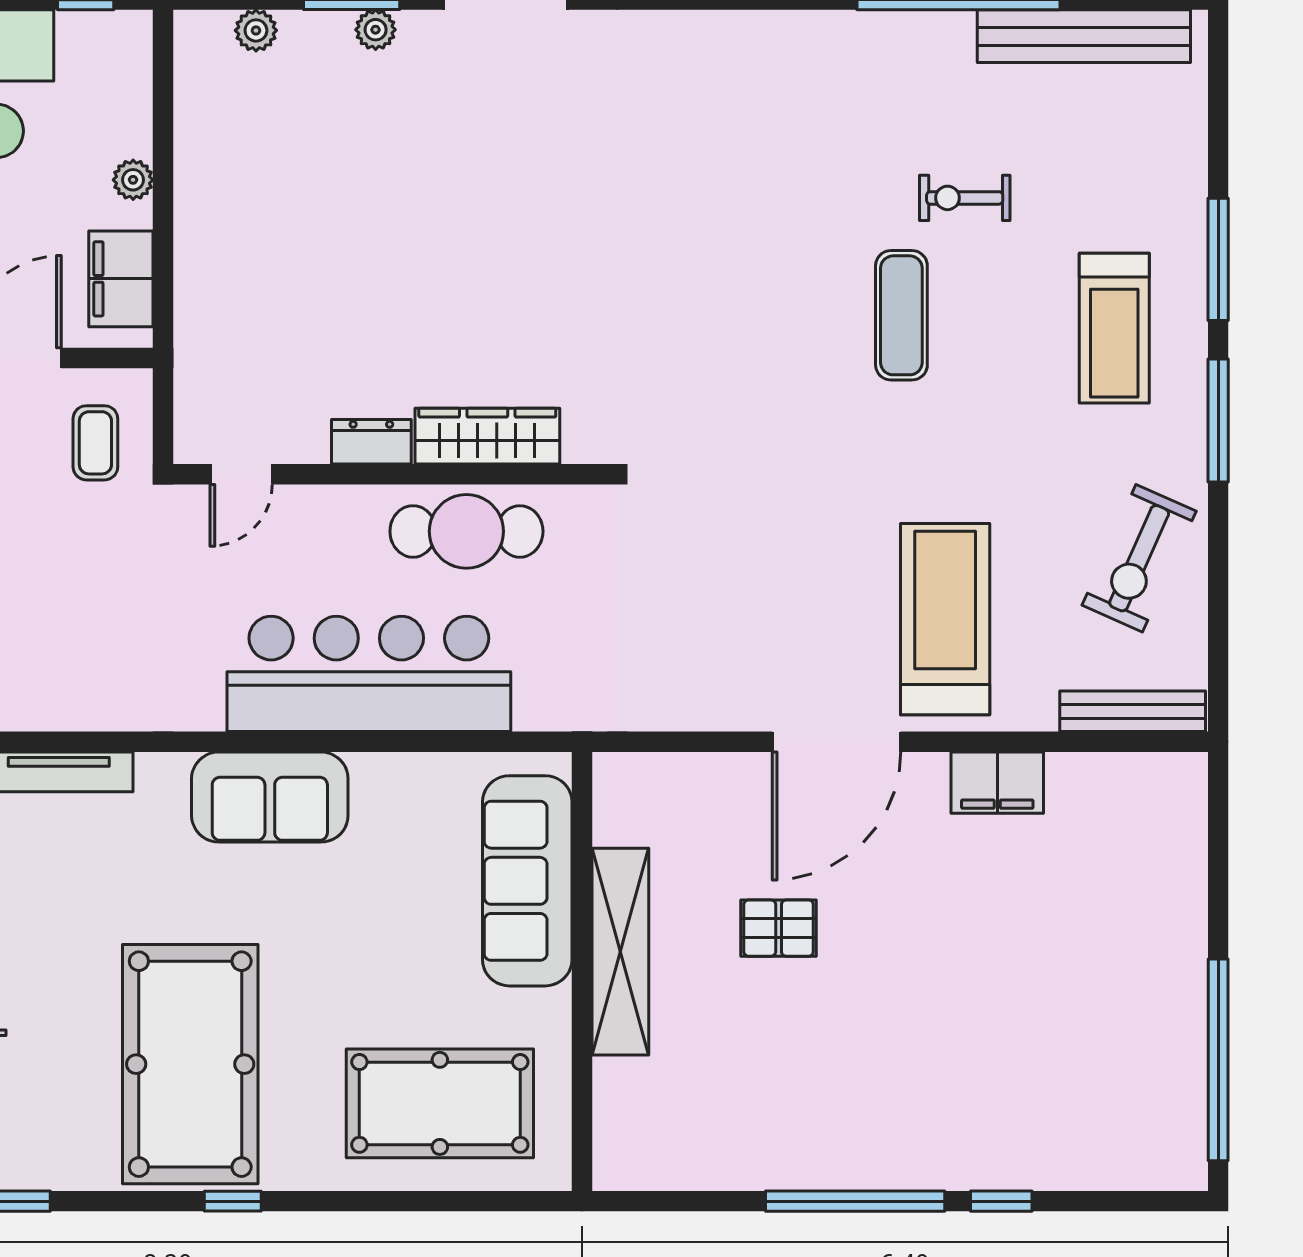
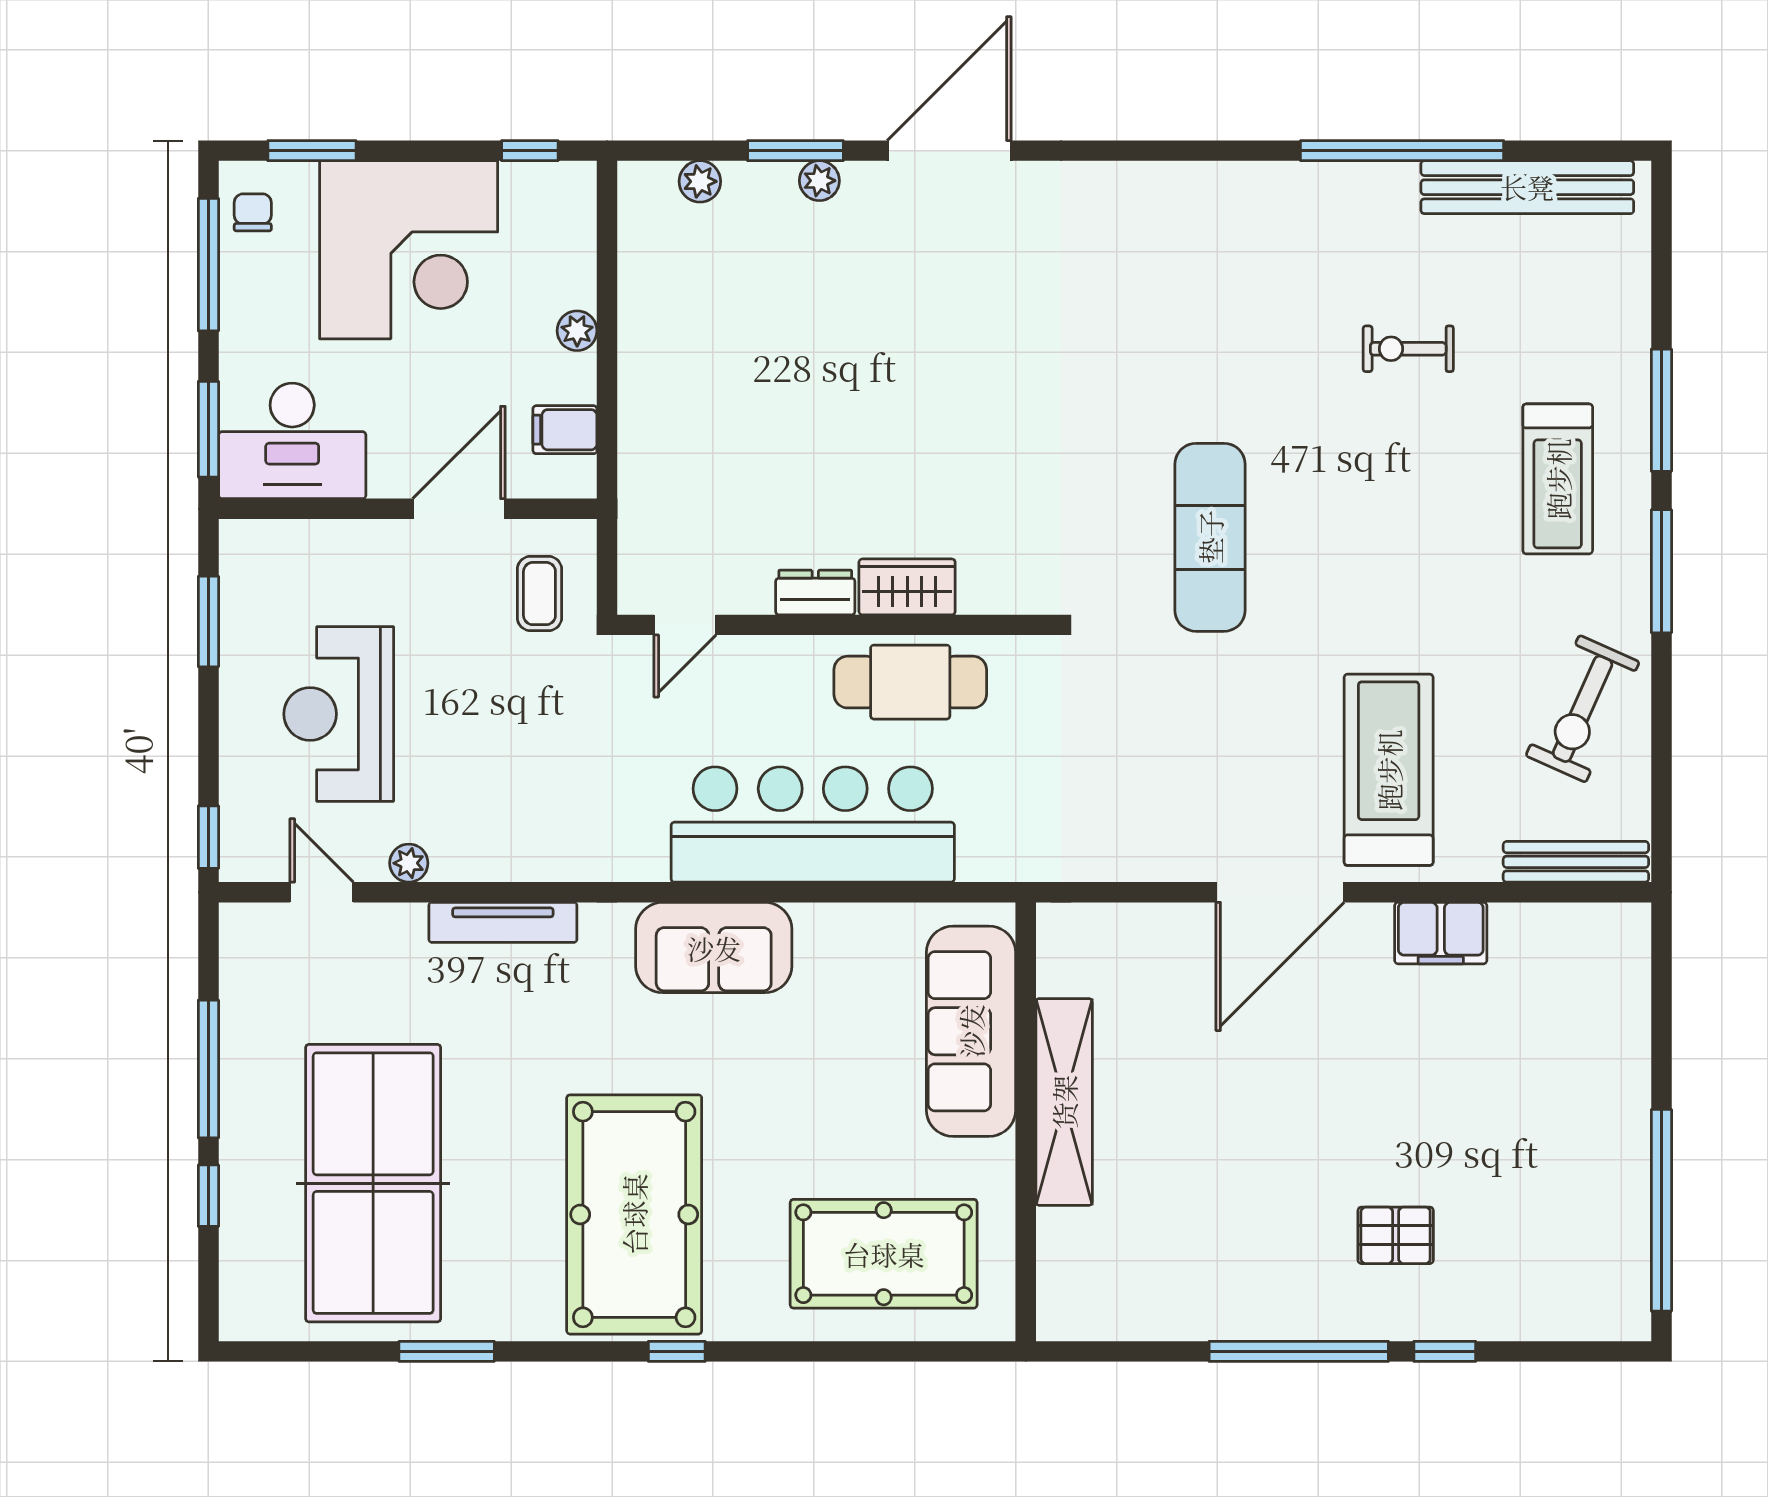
filing cabinet: (121, 279) -> (565, 430), width x0.50
exercise mat: (901, 315) -> (1210, 537), moved, width x1.36, depth x1.45
wardrobe: (487, 436) -> (907, 587), width x0.67
pallet: (779, 928) -> (1396, 1235), moved

